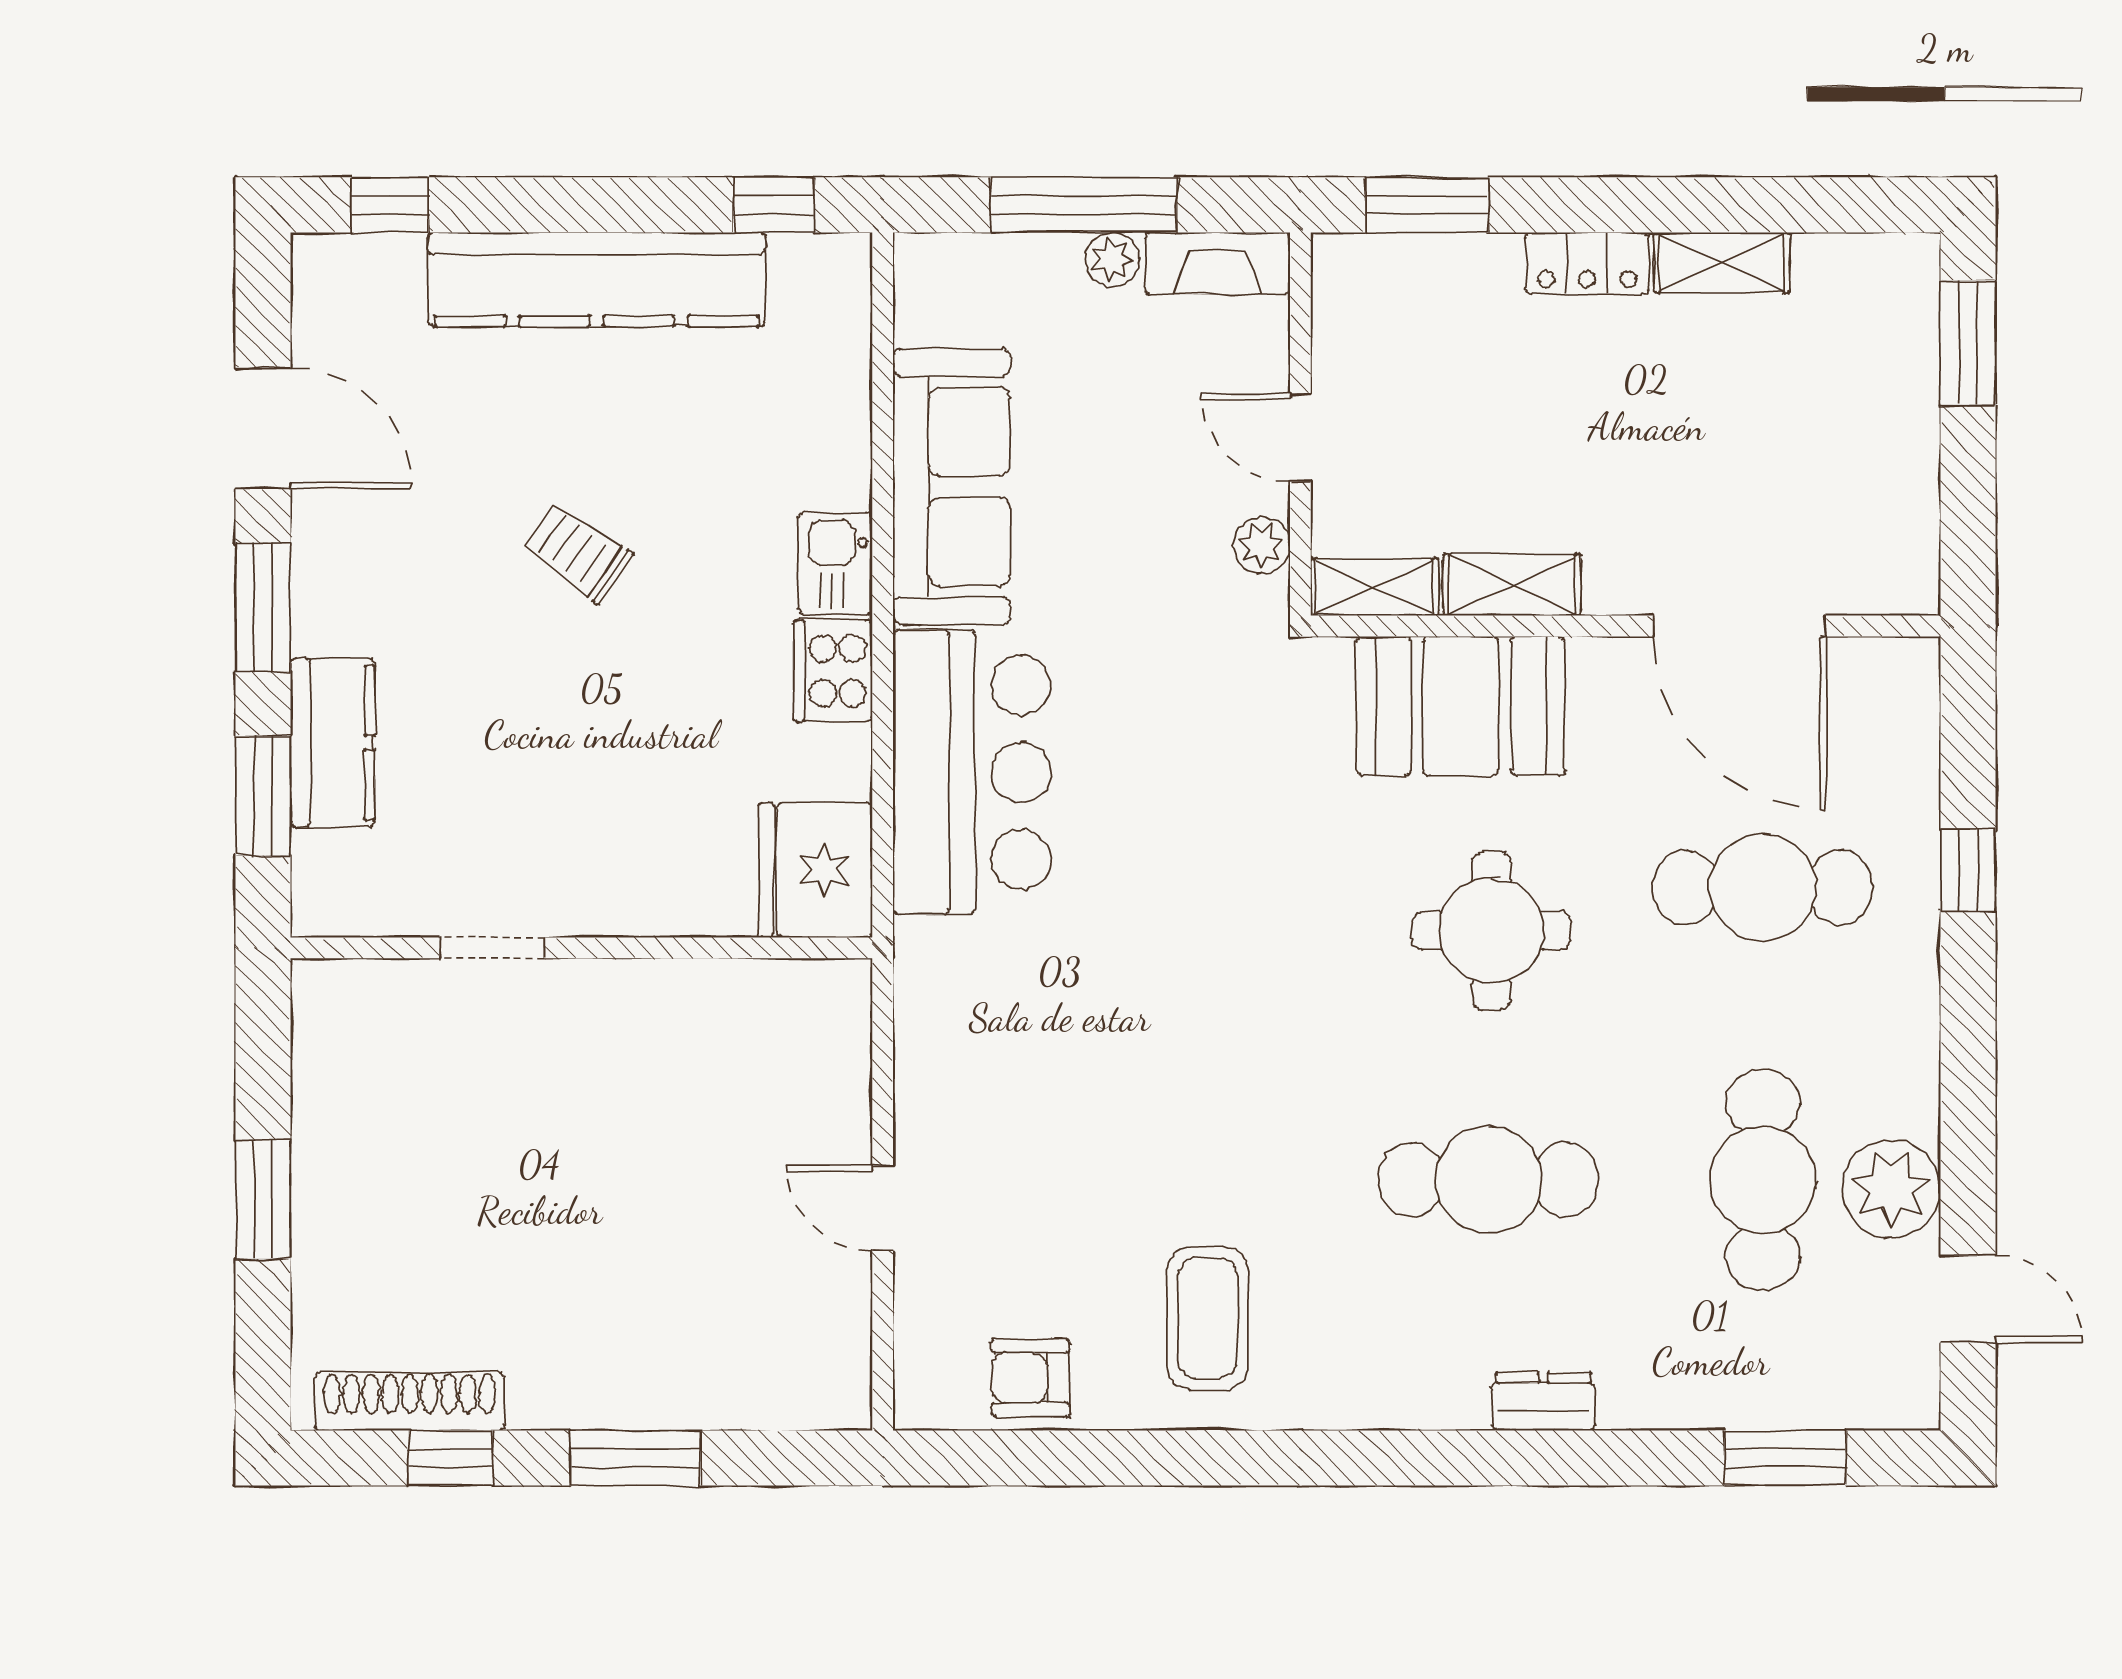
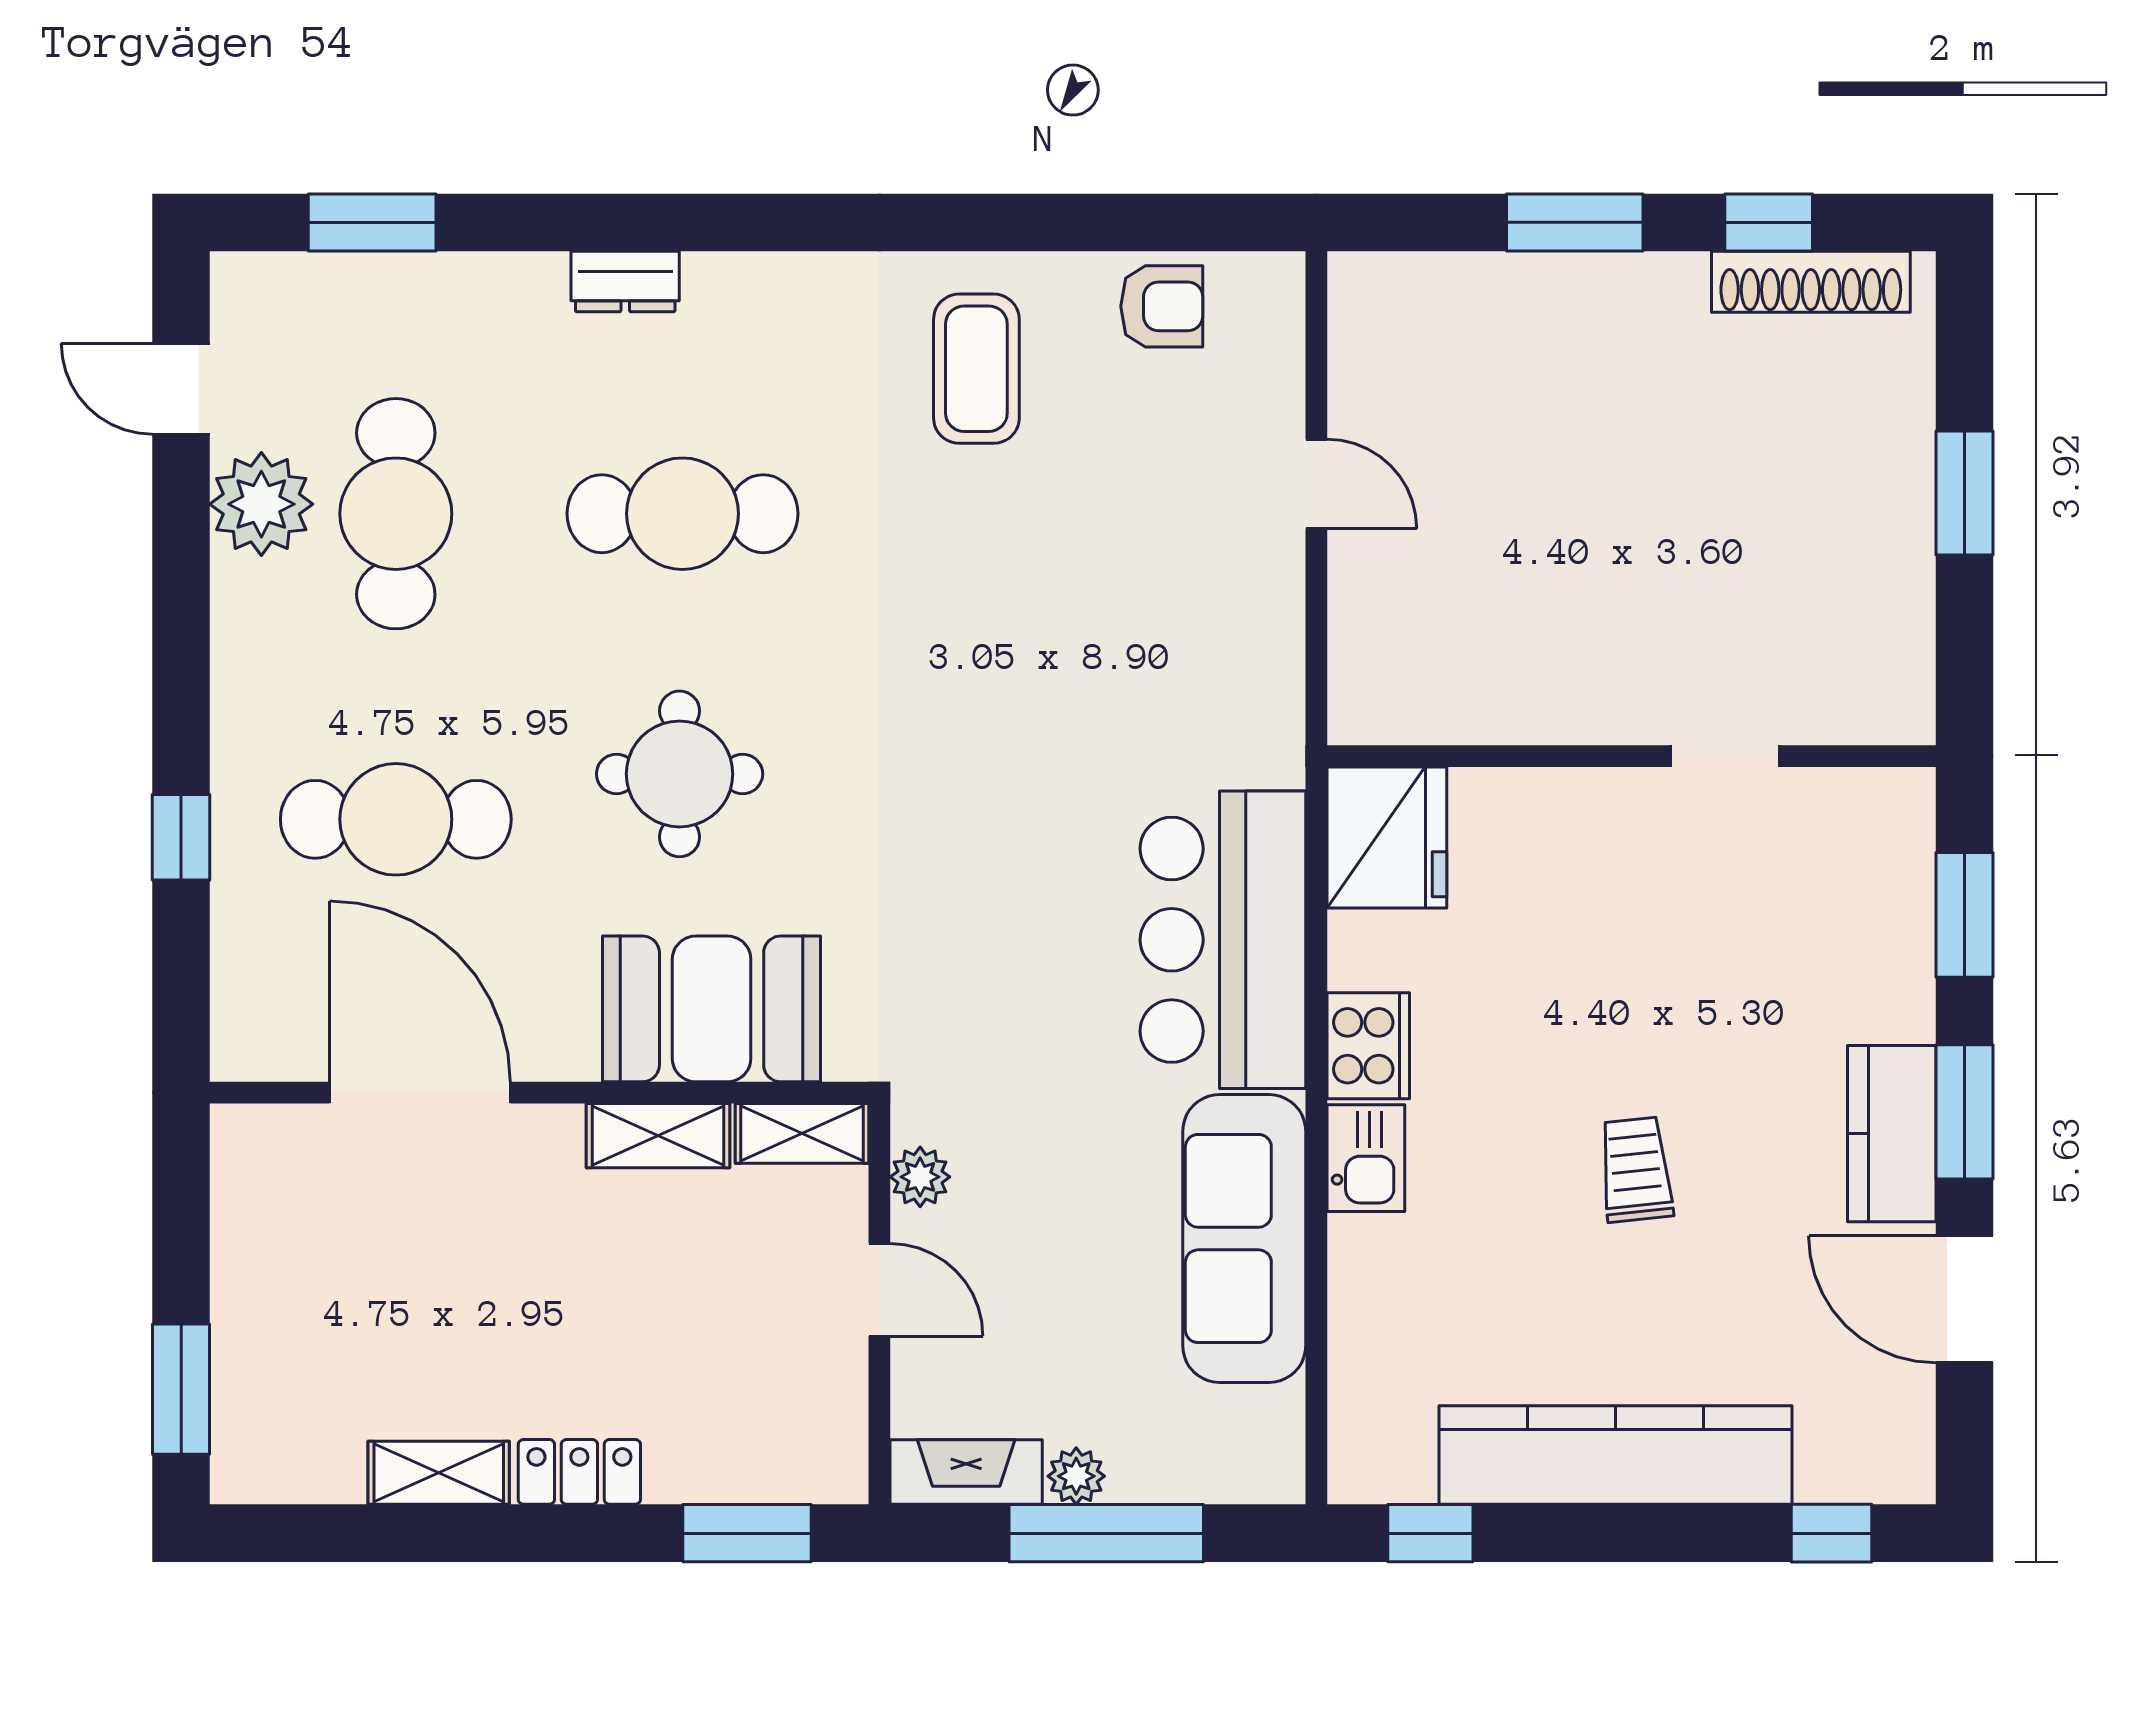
trolley: (577, 553) -> (1636, 1170), turned -131
kitchen counter: (333, 743) -> (1892, 1134), moved

